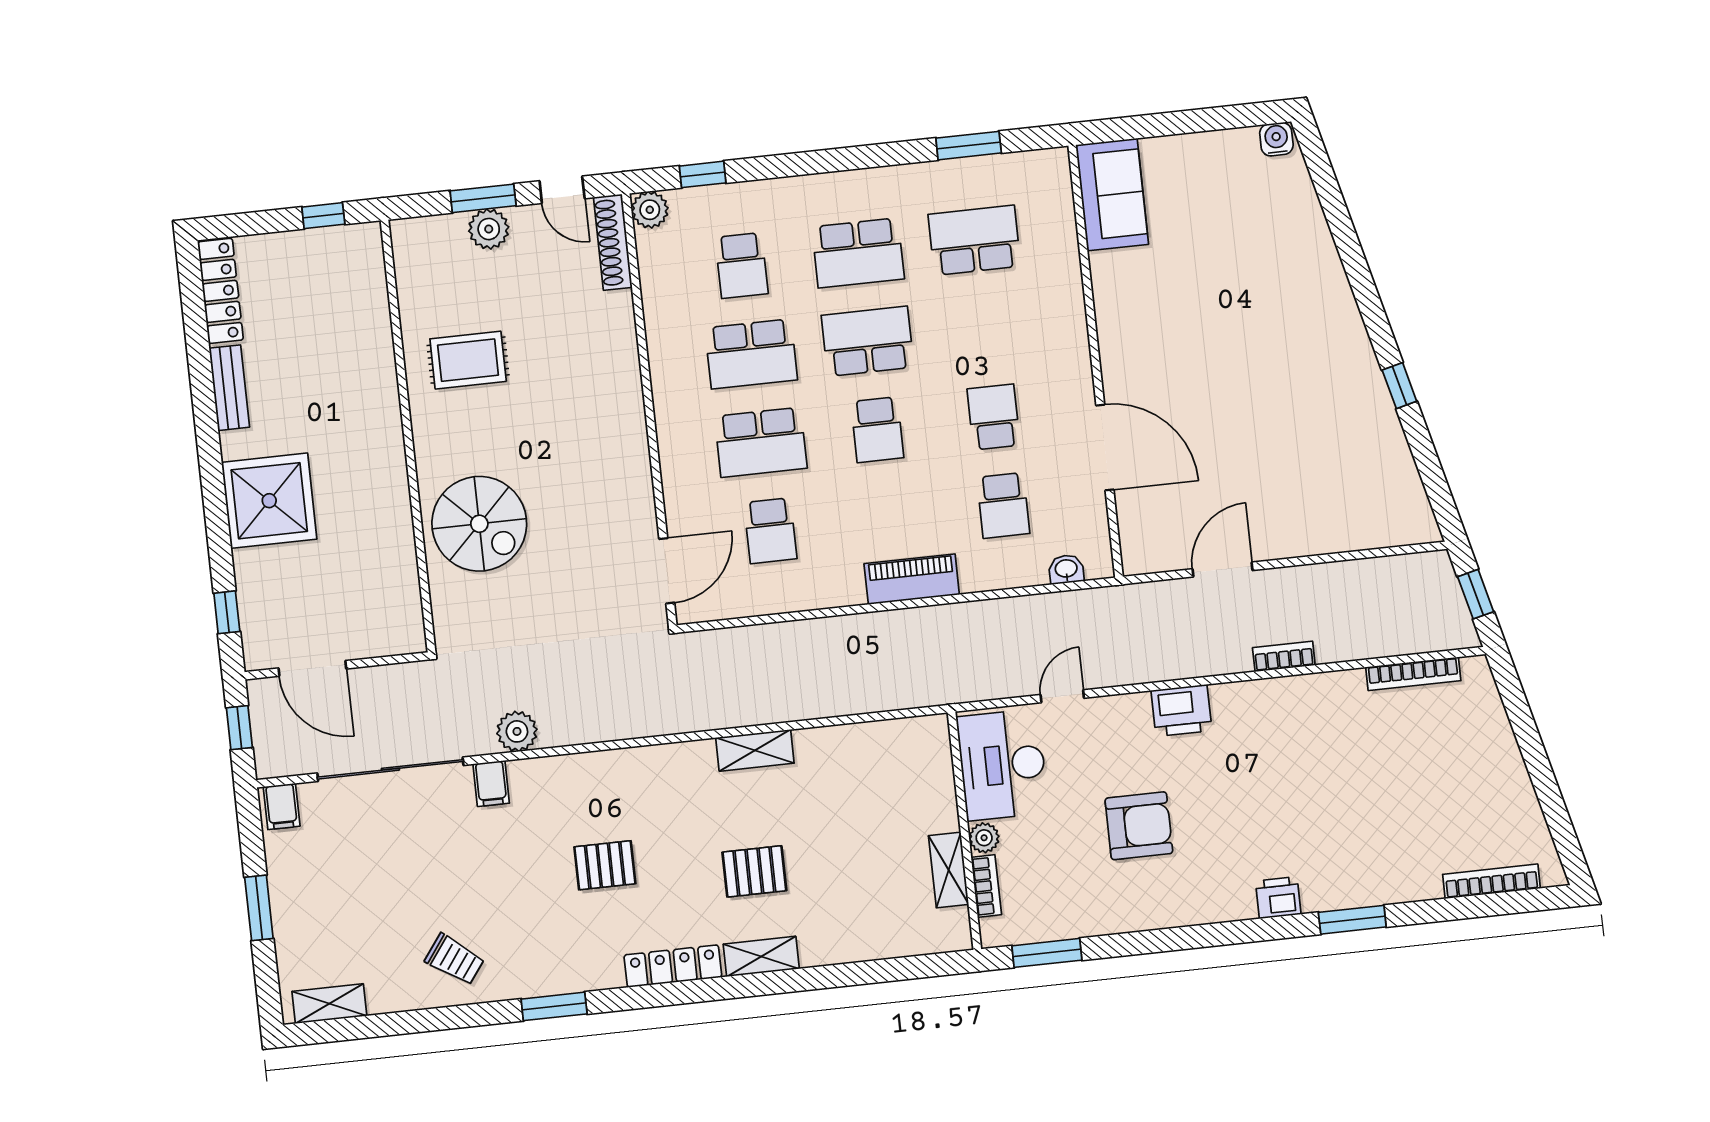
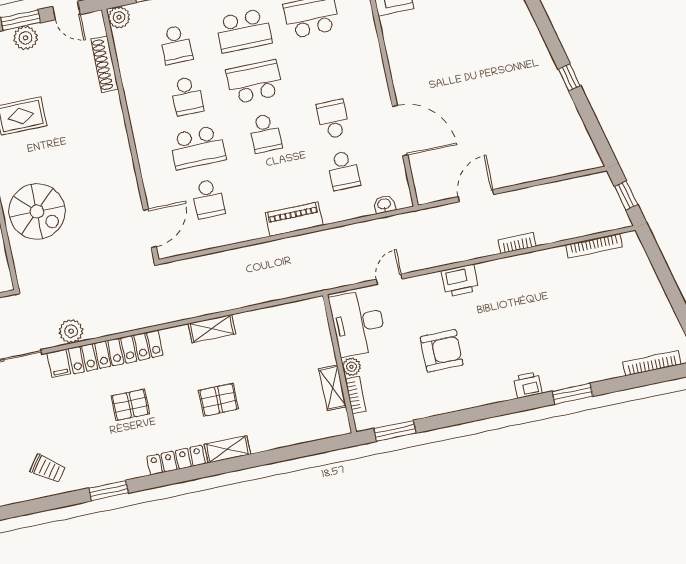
shoe rack: (613, 242) -> (105, 64), moved
school desk: (751, 354) -> (187, 96), width x0.54
locker: (589, 774) -> (116, 352), added

